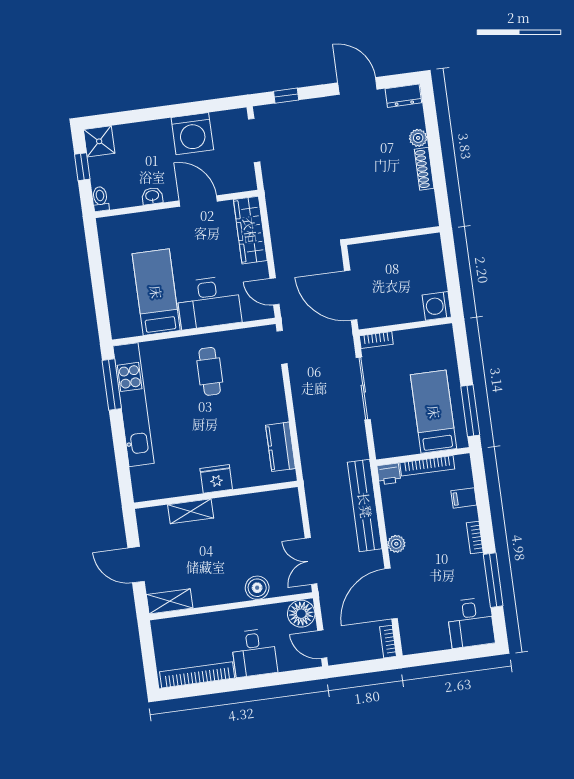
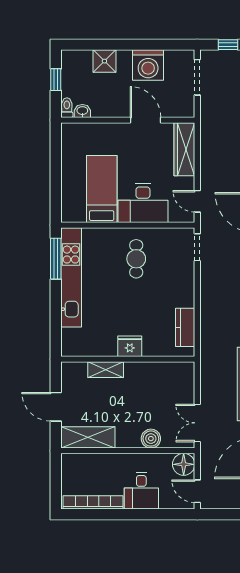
shower: (99, 141) -> (104, 61), moved
washbasin: (152, 196) -> (82, 111), moved
shelving: (170, 601) -> (88, 437), width x1.50, depth x1.33

